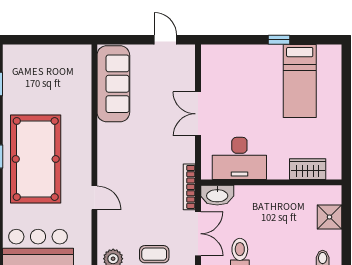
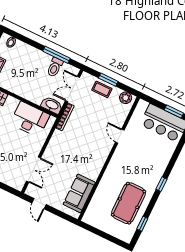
sofa: (113, 84) -> (79, 193), width x0.73
double door: (198, 114) -> (34, 170), moved
pool table: (36, 159) -> (128, 203), moved, width x0.73, depth x0.76

